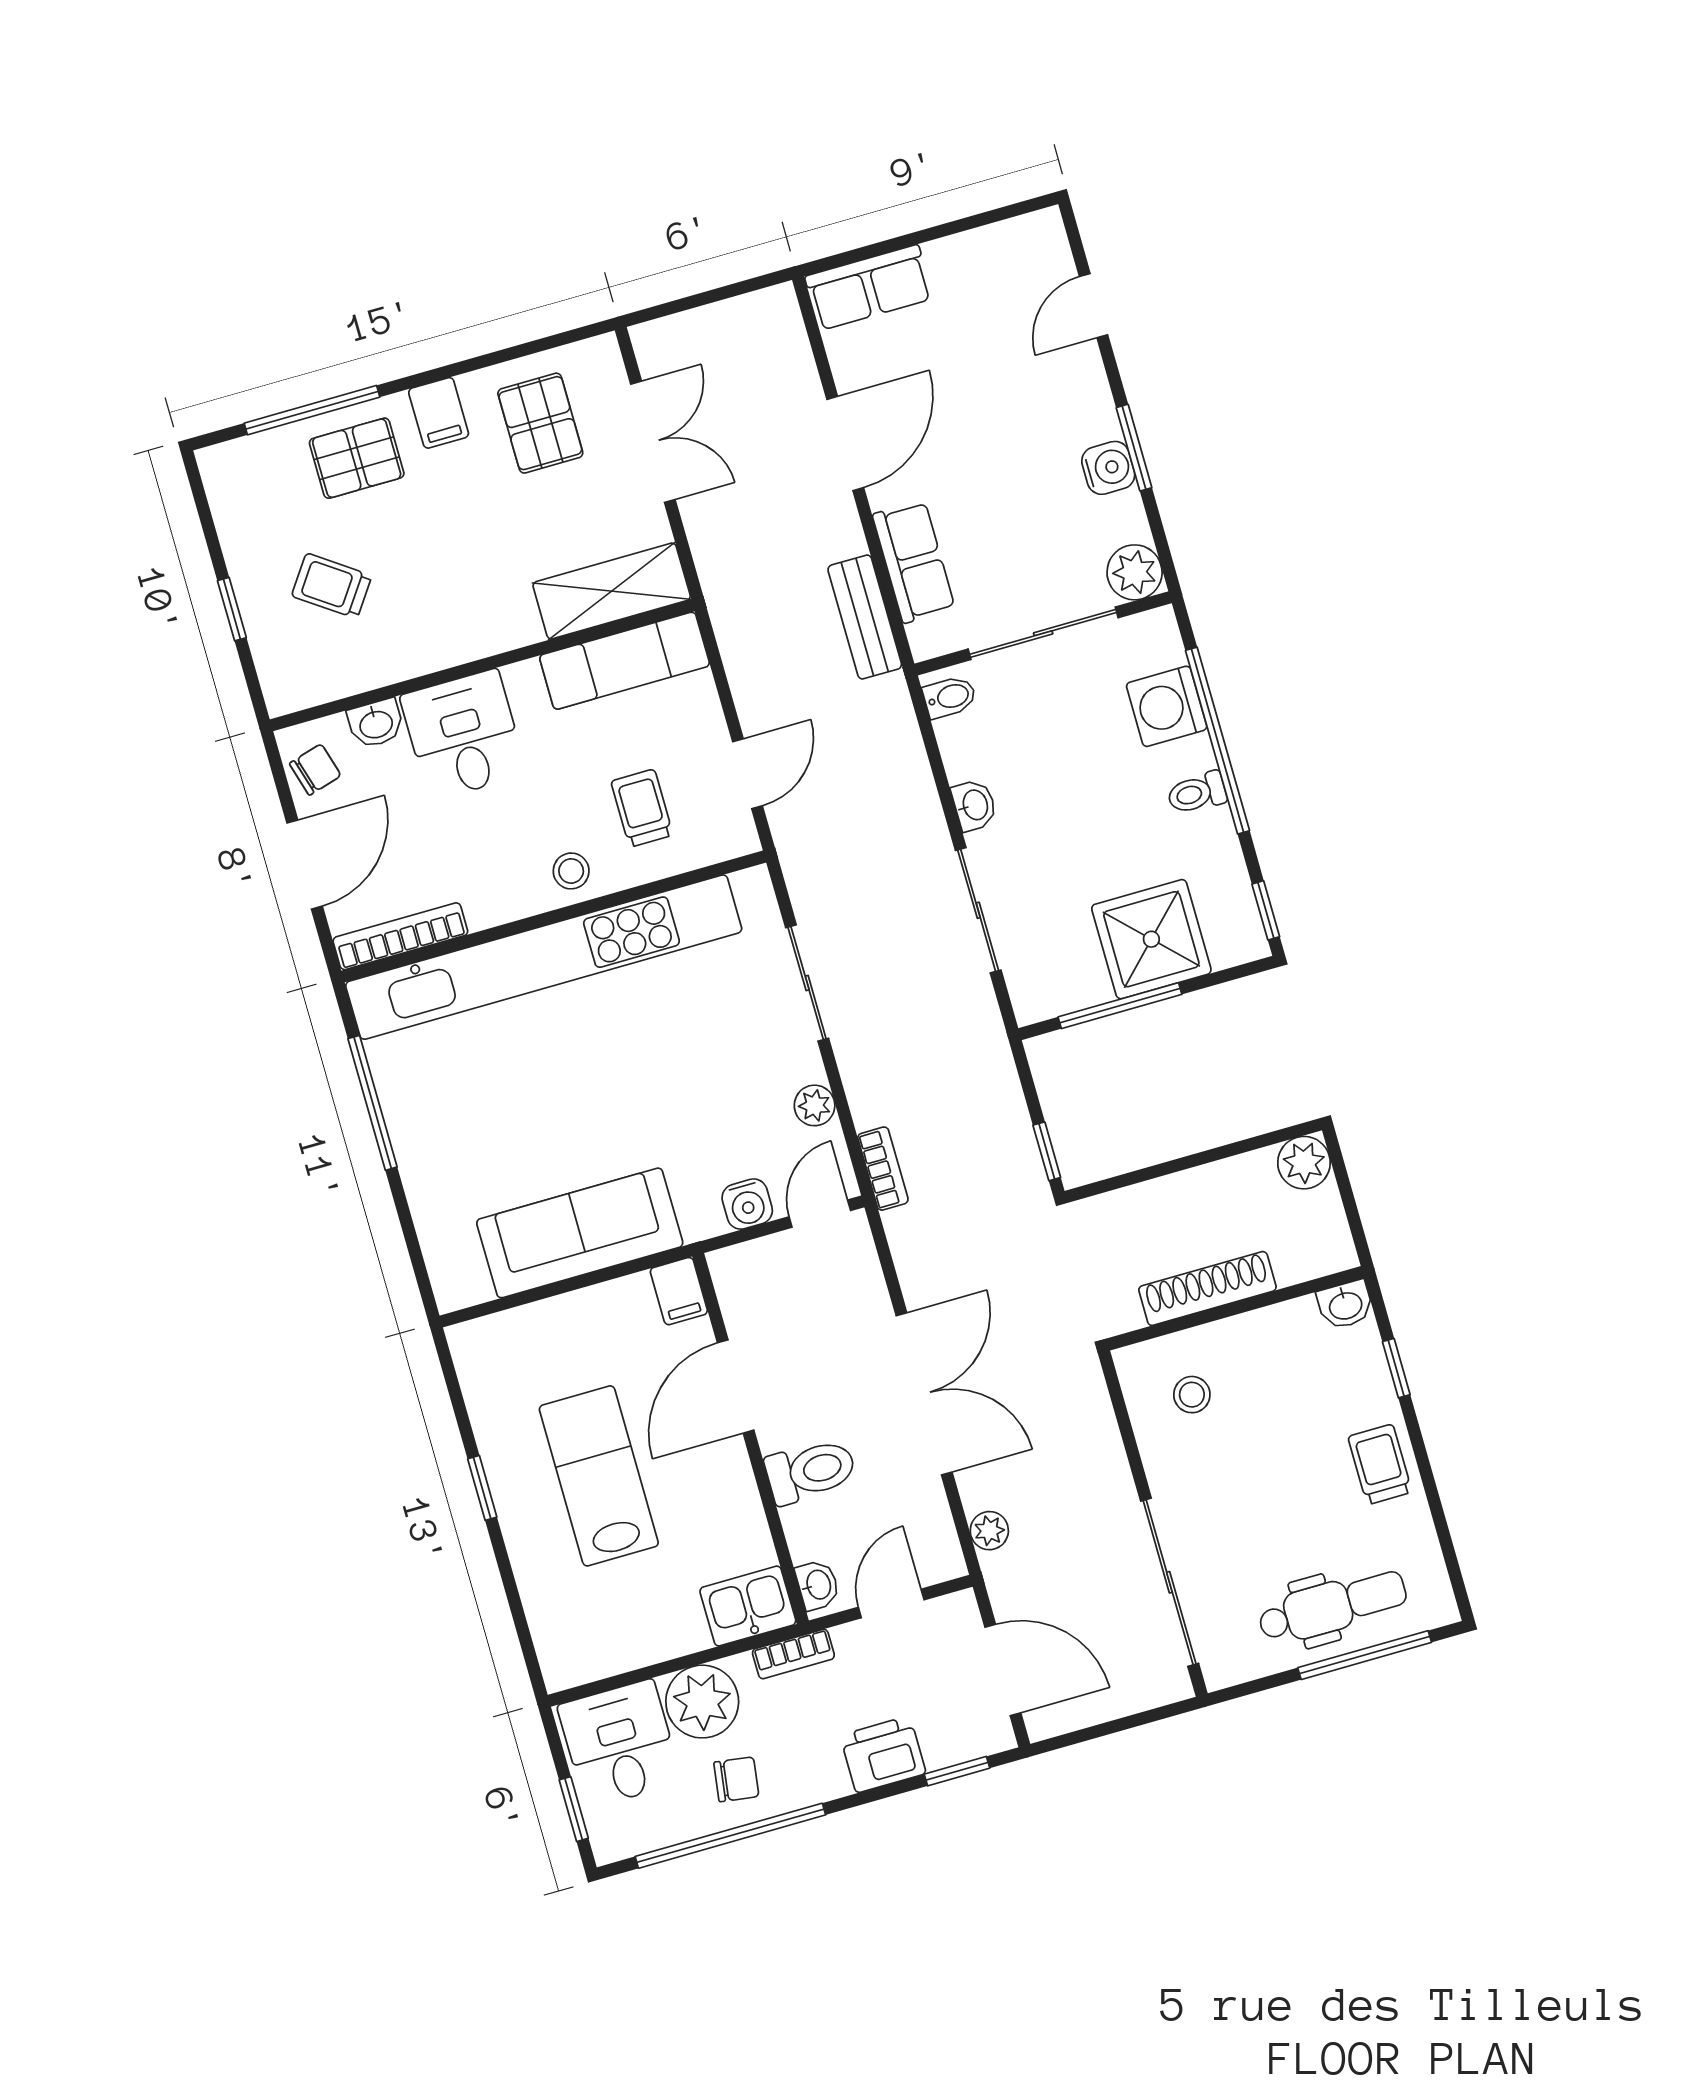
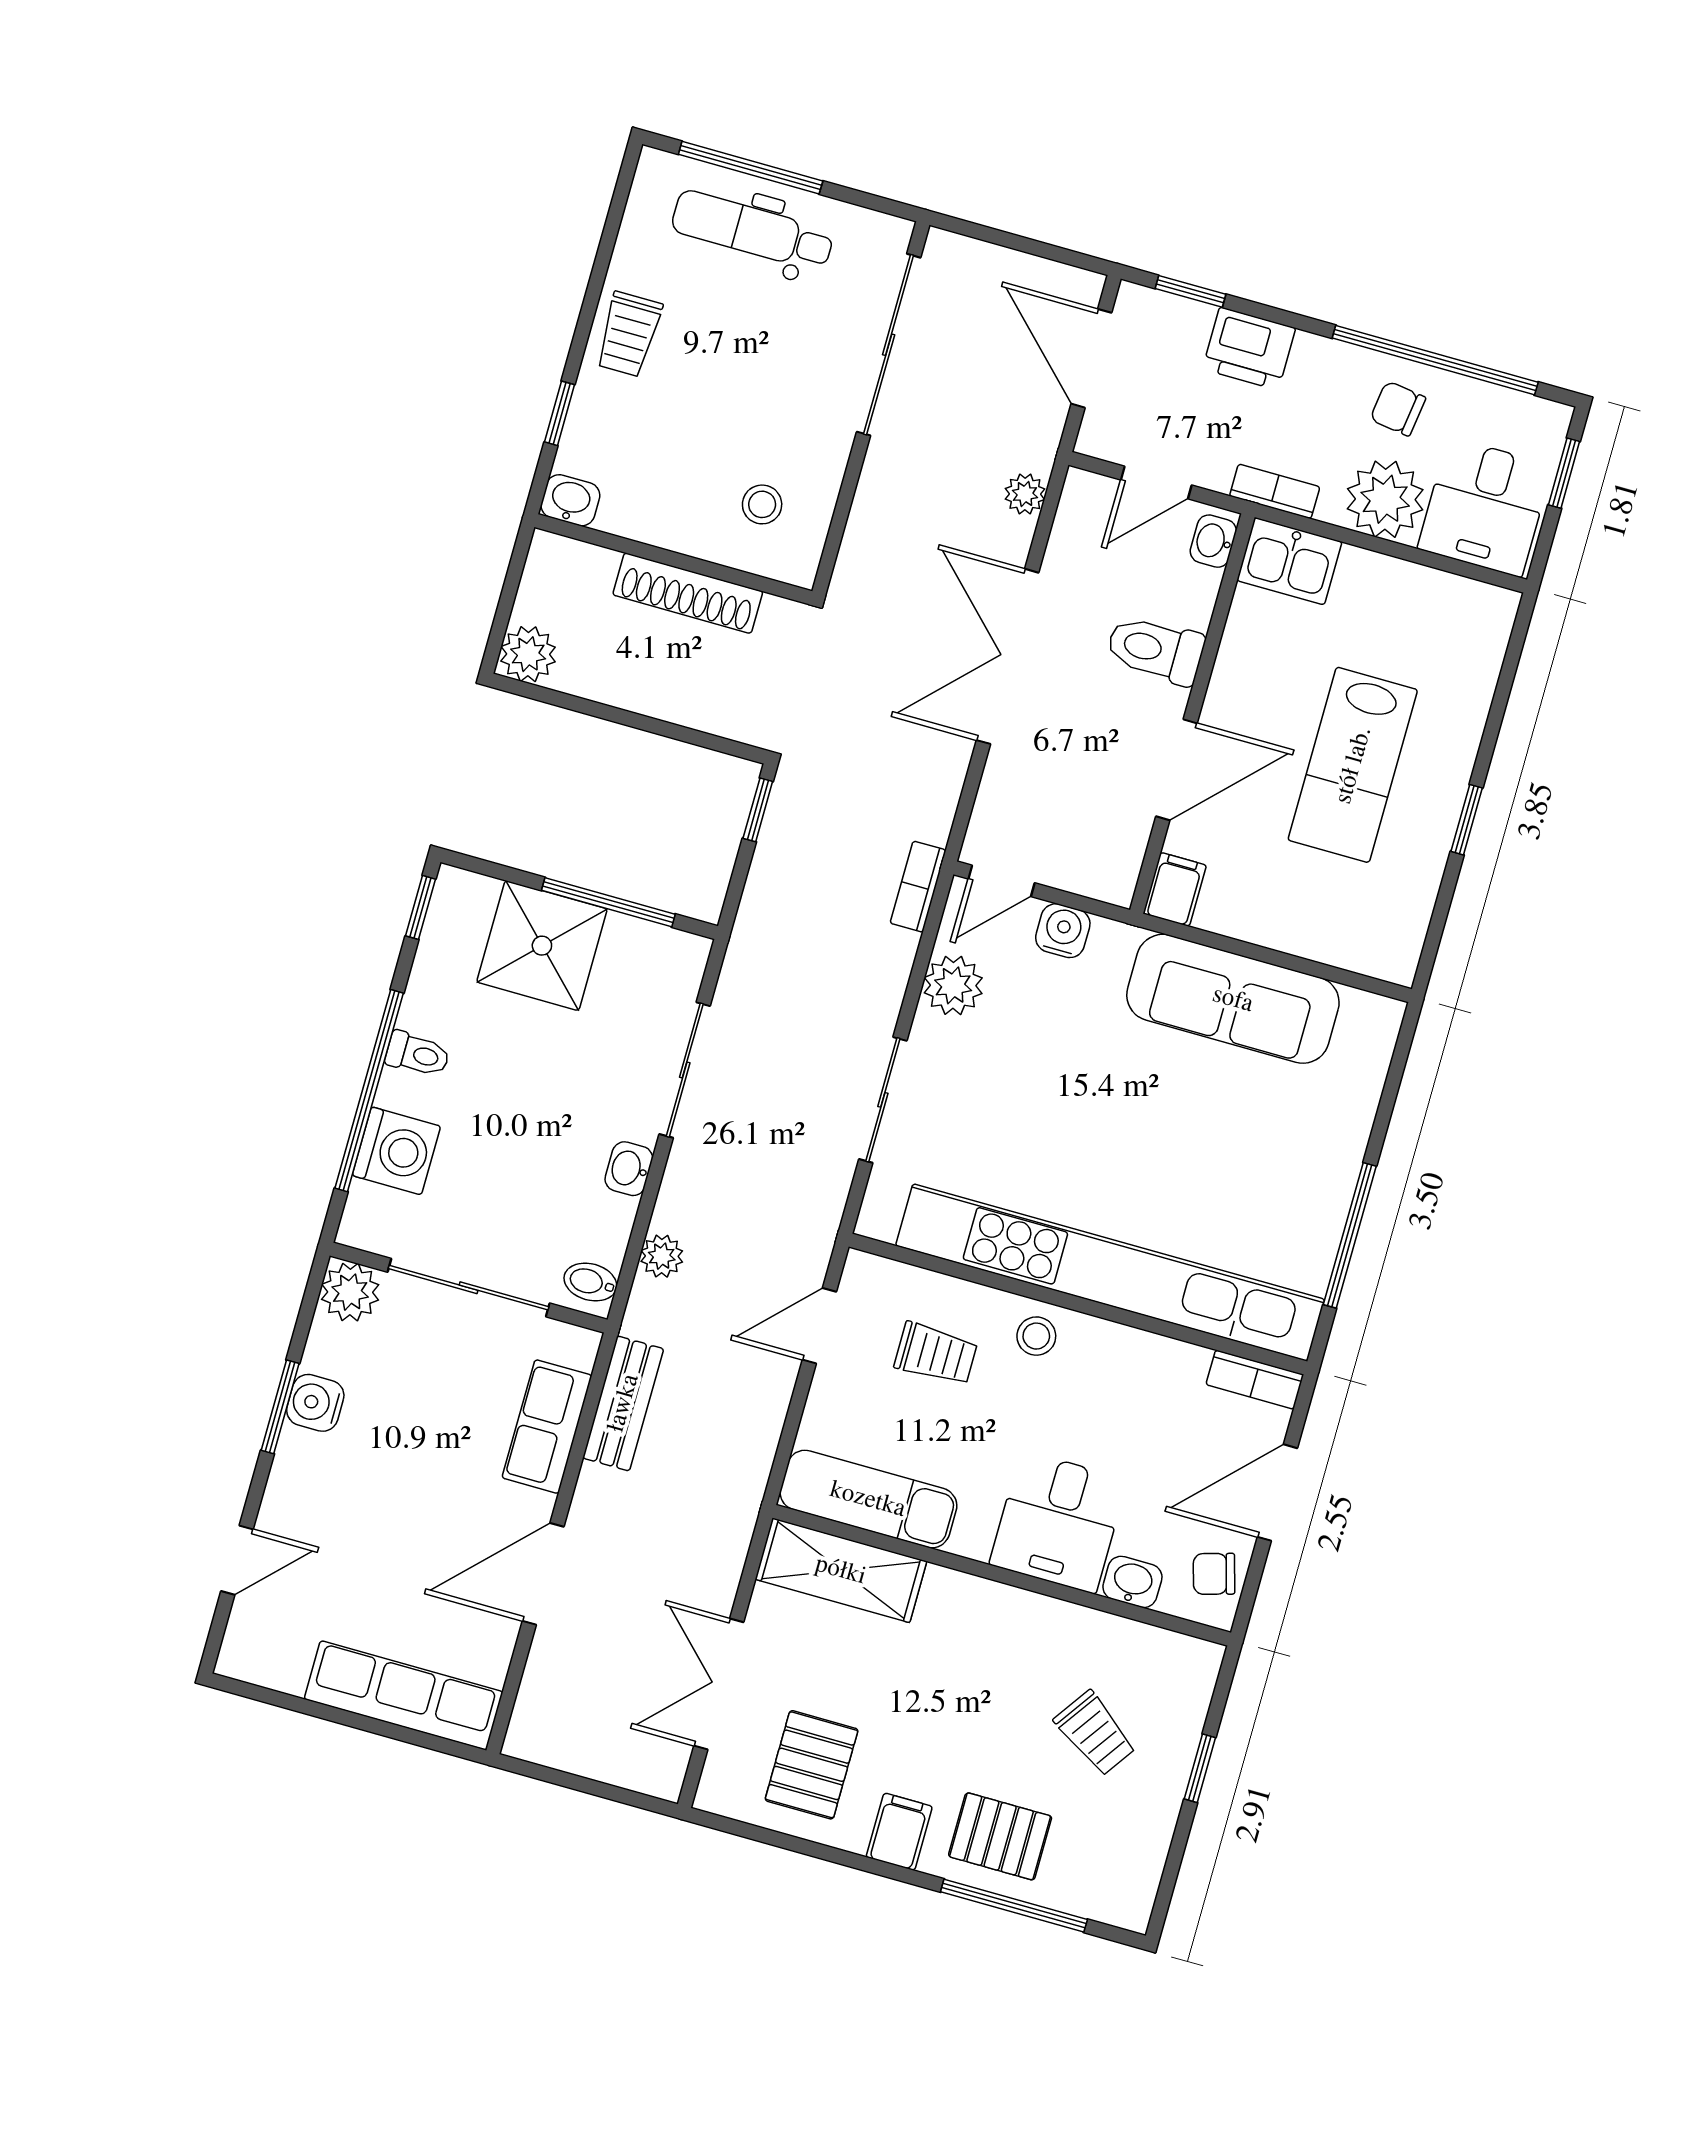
row of seats: (869, 287) -> (404, 1695), width x1.48
plant: (906, 752) -> (662, 1256), added
trolley: (642, 808) -> (936, 1354), turned -90
bookcase: (400, 936) -> (1255, 1380), width x0.64
plant: (815, 1105) -> (953, 985), width x1.38, depth x1.38

